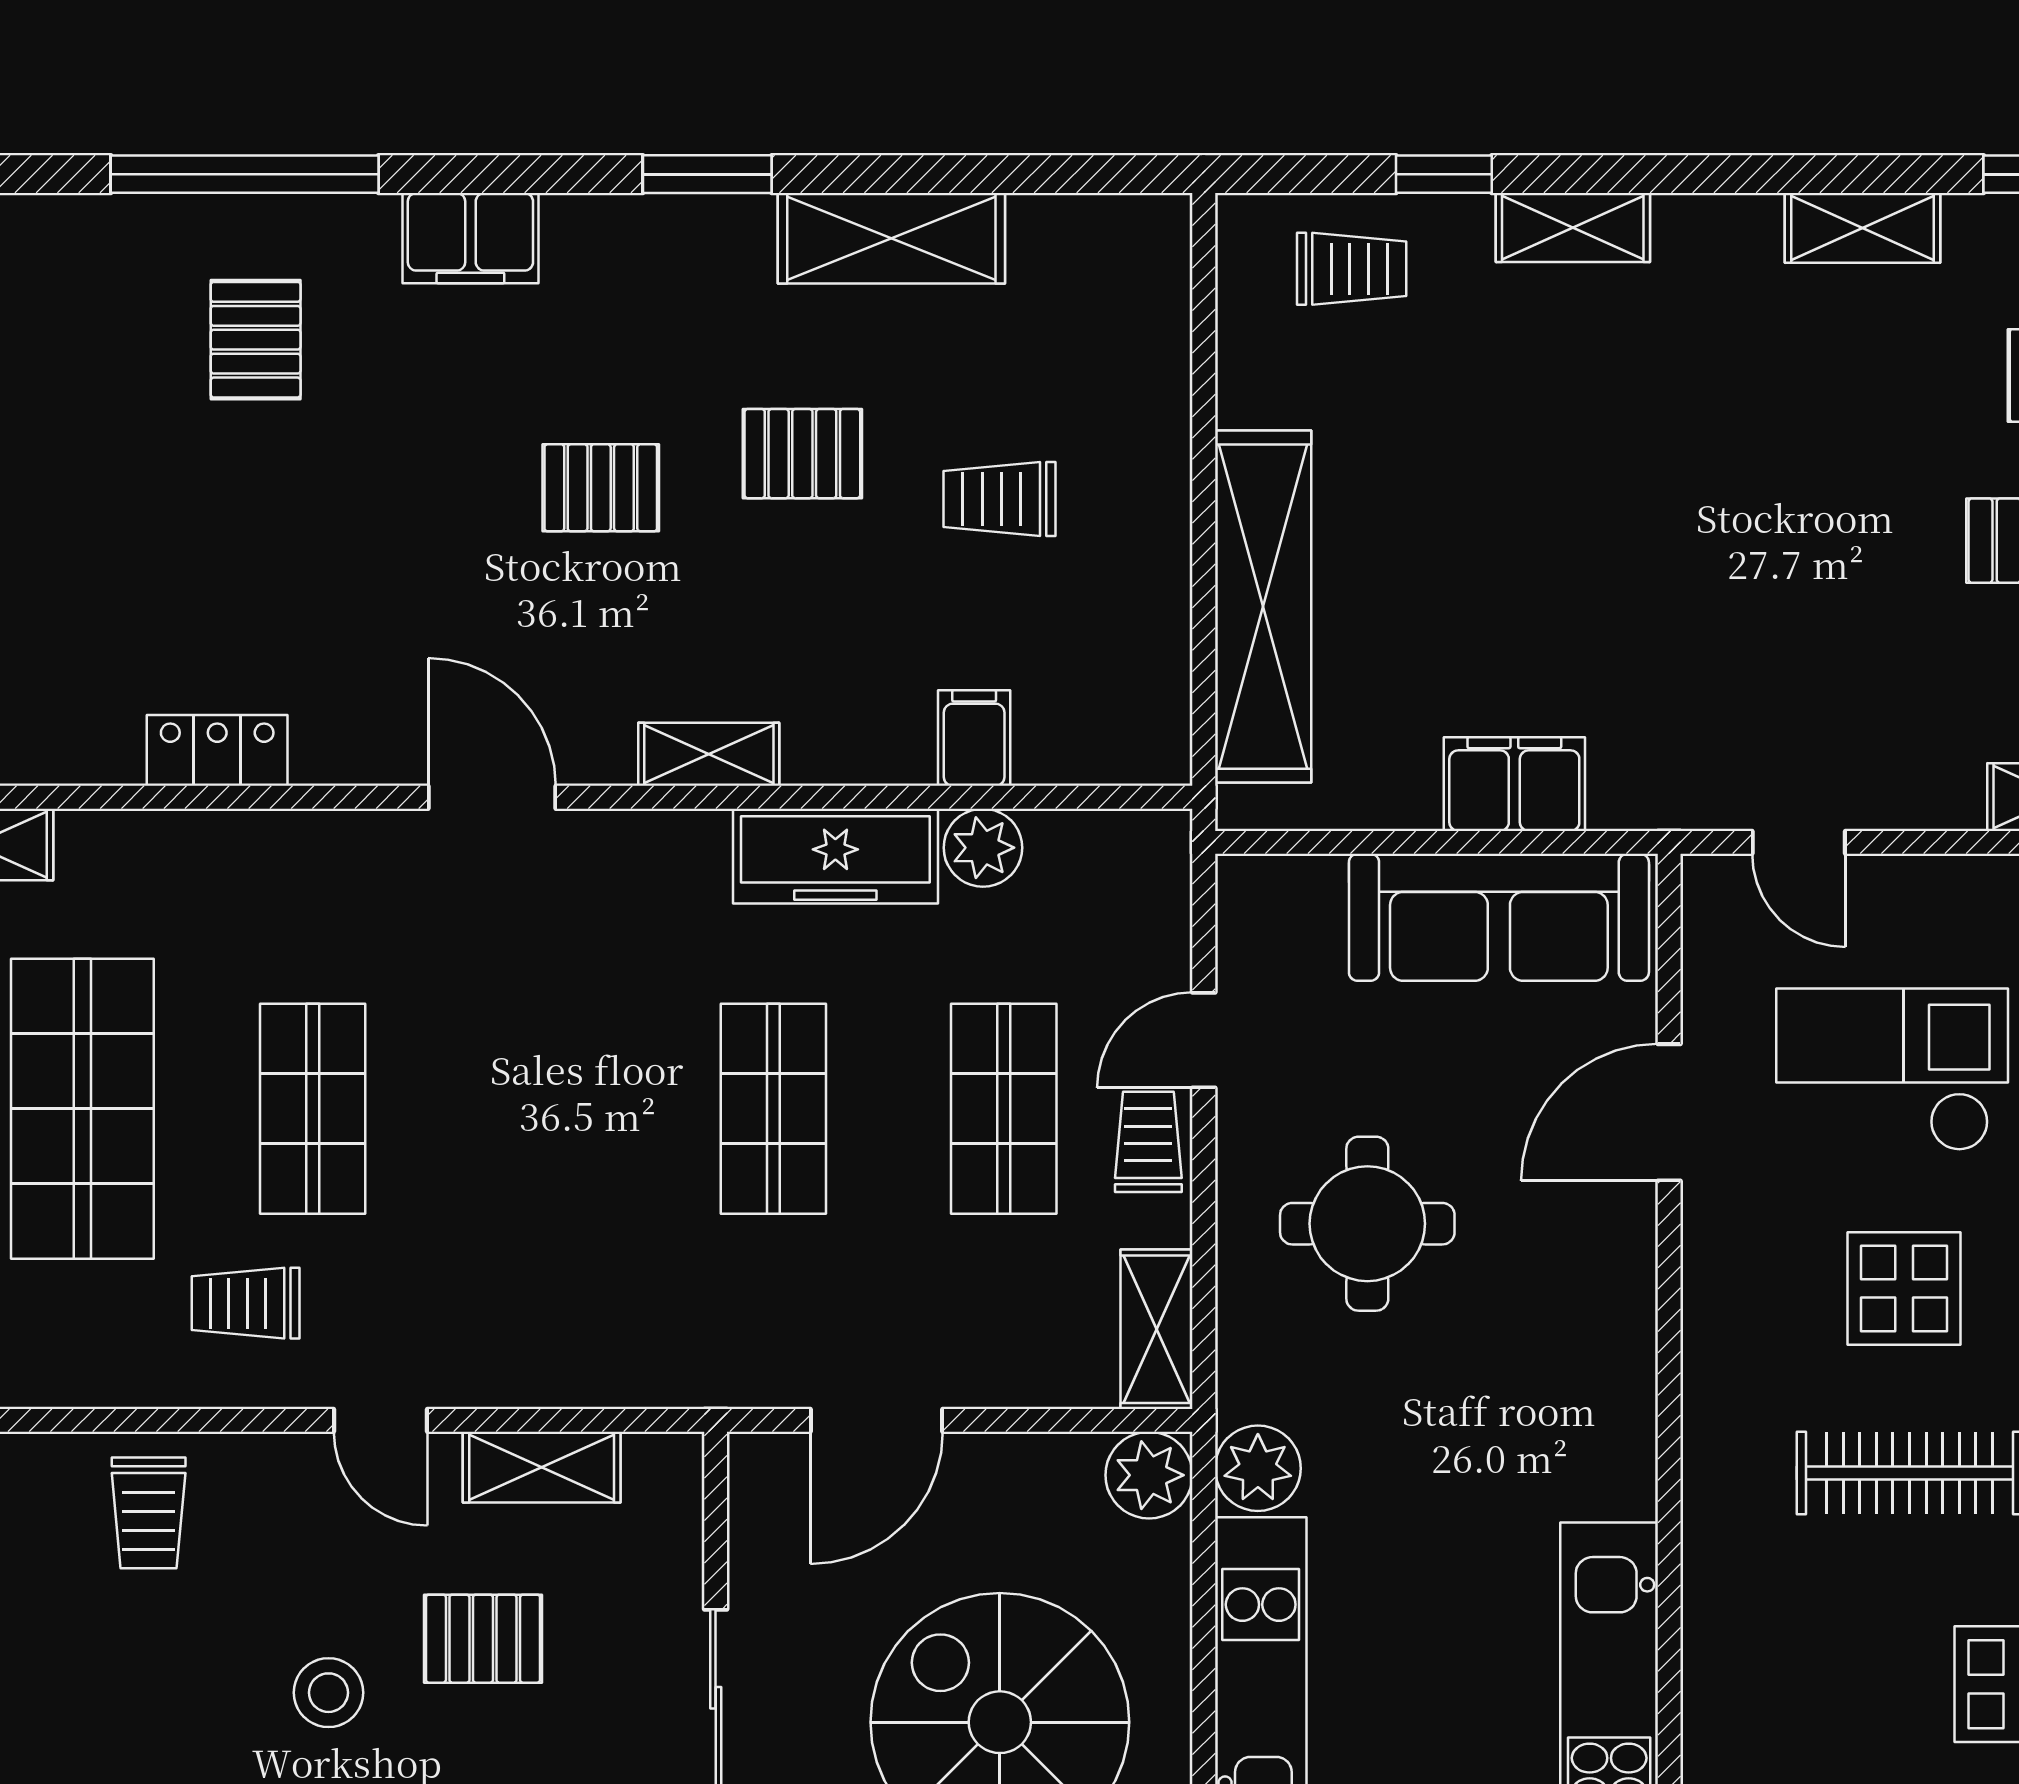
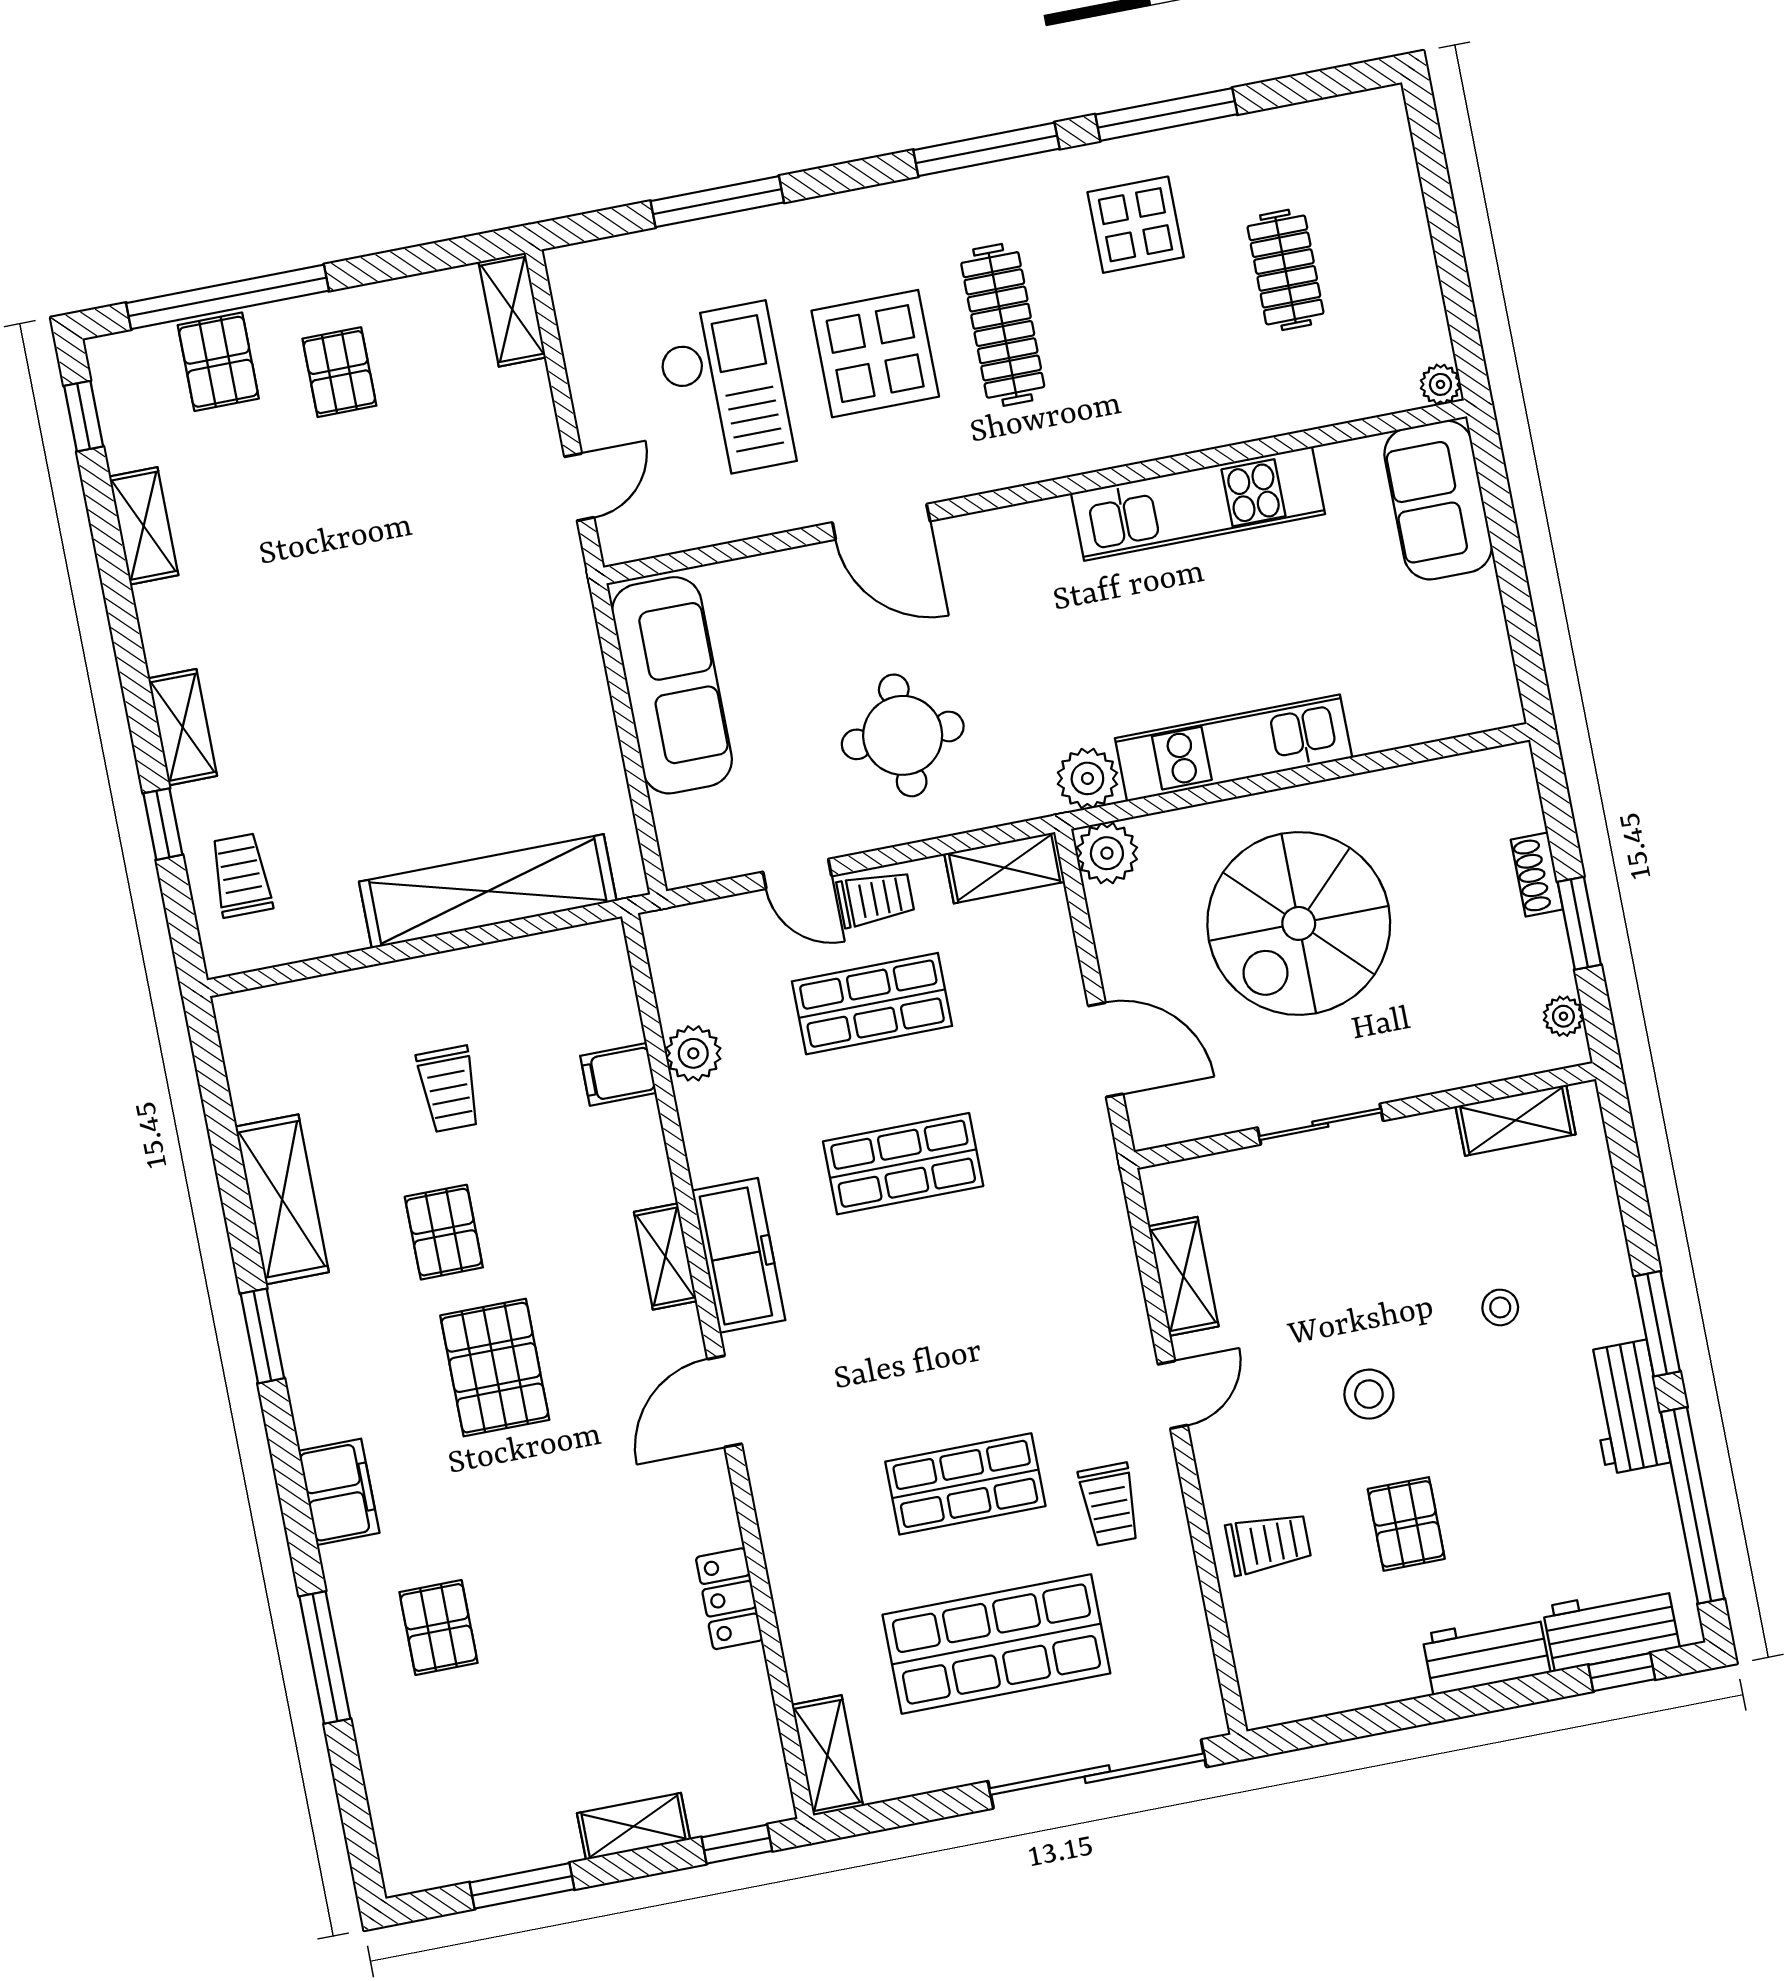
window: (245, 174) -> (325, 1657), width x0.68
pallet: (256, 340) -> (438, 1628), turned 90
pallet: (601, 488) -> (495, 1368), width x1.50, depth x1.42
filing cabinet: (1514, 784) -> (577, 693), removed
freezer: (835, 856) -> (739, 1255), moved
checkout: (1892, 1070) -> (725, 391), turned 180
door: (1669, 1112) -> (881, 522), moved
trolley: (1148, 1142) -> (875, 899), turned 180
display table: (1904, 1288) -> (875, 354), width x1.36, depth x1.36
pallet: (483, 1639) -> (1406, 1524), moved

